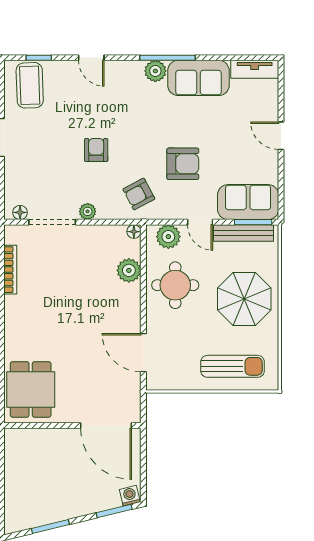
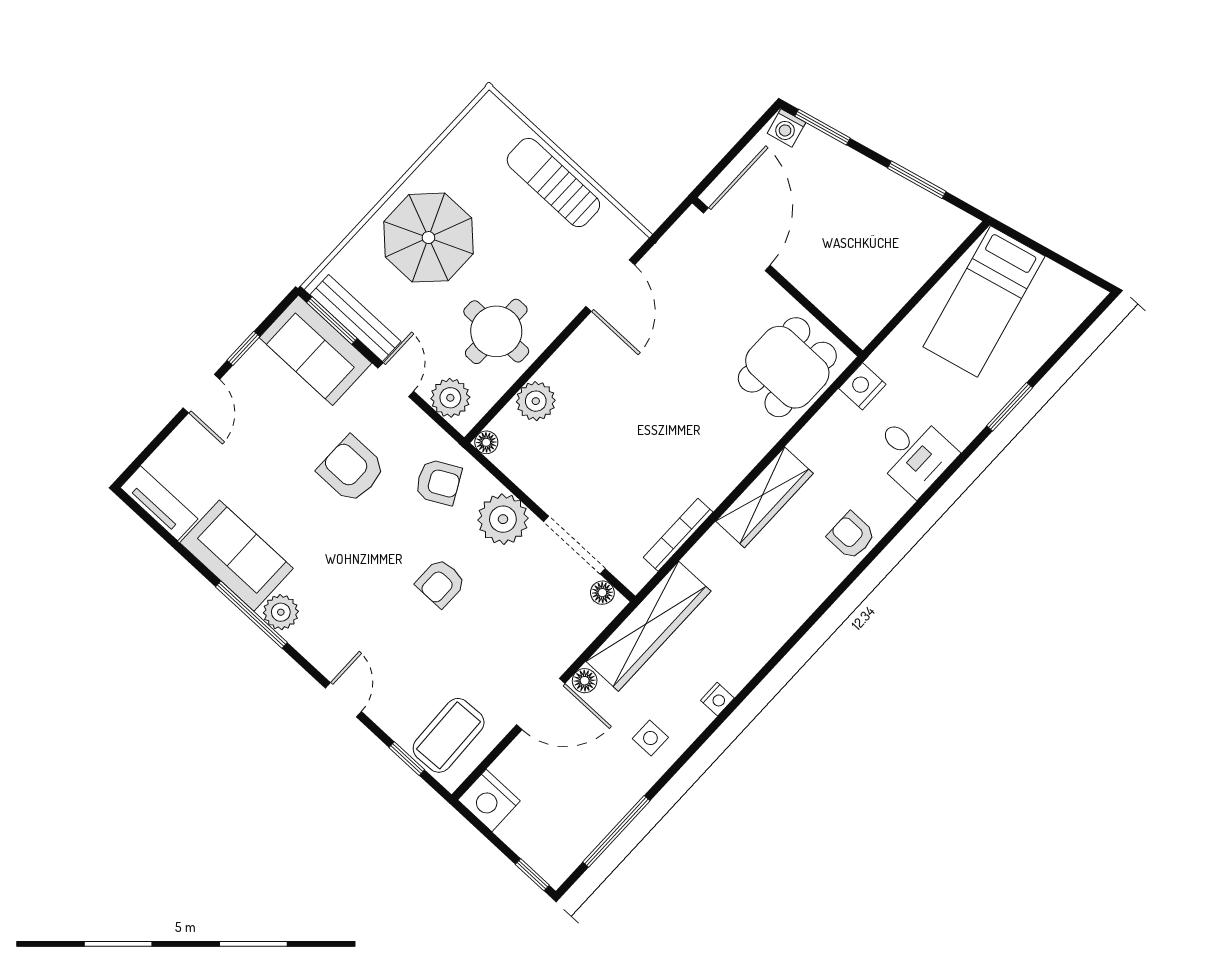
window: (281, 173) -> (243, 348), added
plant: (88, 211) -> (503, 519), width x1.88, depth x1.88
sun lounger: (232, 366) -> (553, 183), moved

